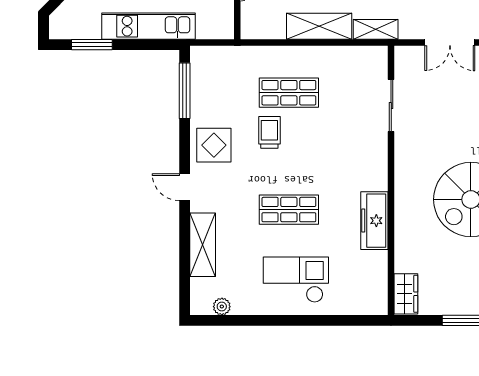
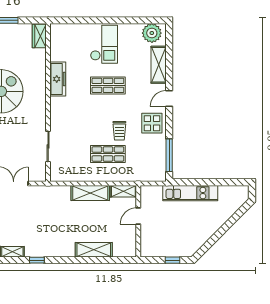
shelving: (376, 29) -> (123, 191), moved
window: (92, 45) -> (224, 182), removed
door: (185, 187) -> (169, 99), swing flipped
checkout: (296, 280) -> (104, 44), turned -90
plant: (222, 307) -> (152, 33), width x1.88, depth x1.88

